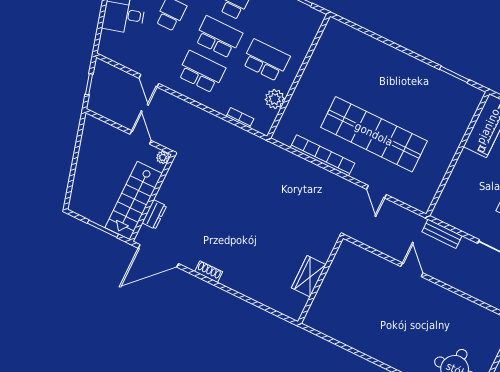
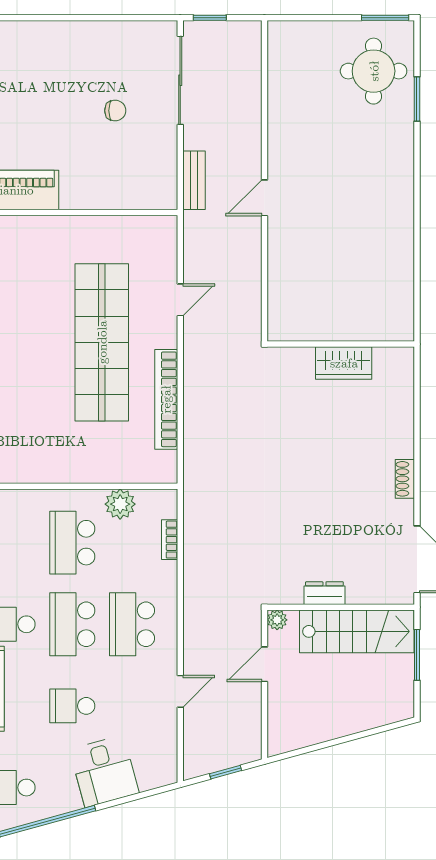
dresser: (154, 214) -> (324, 593), moved
wardrobe: (309, 276) -> (344, 363), moved
wall: (320, 280) -> (341, 344), moved

